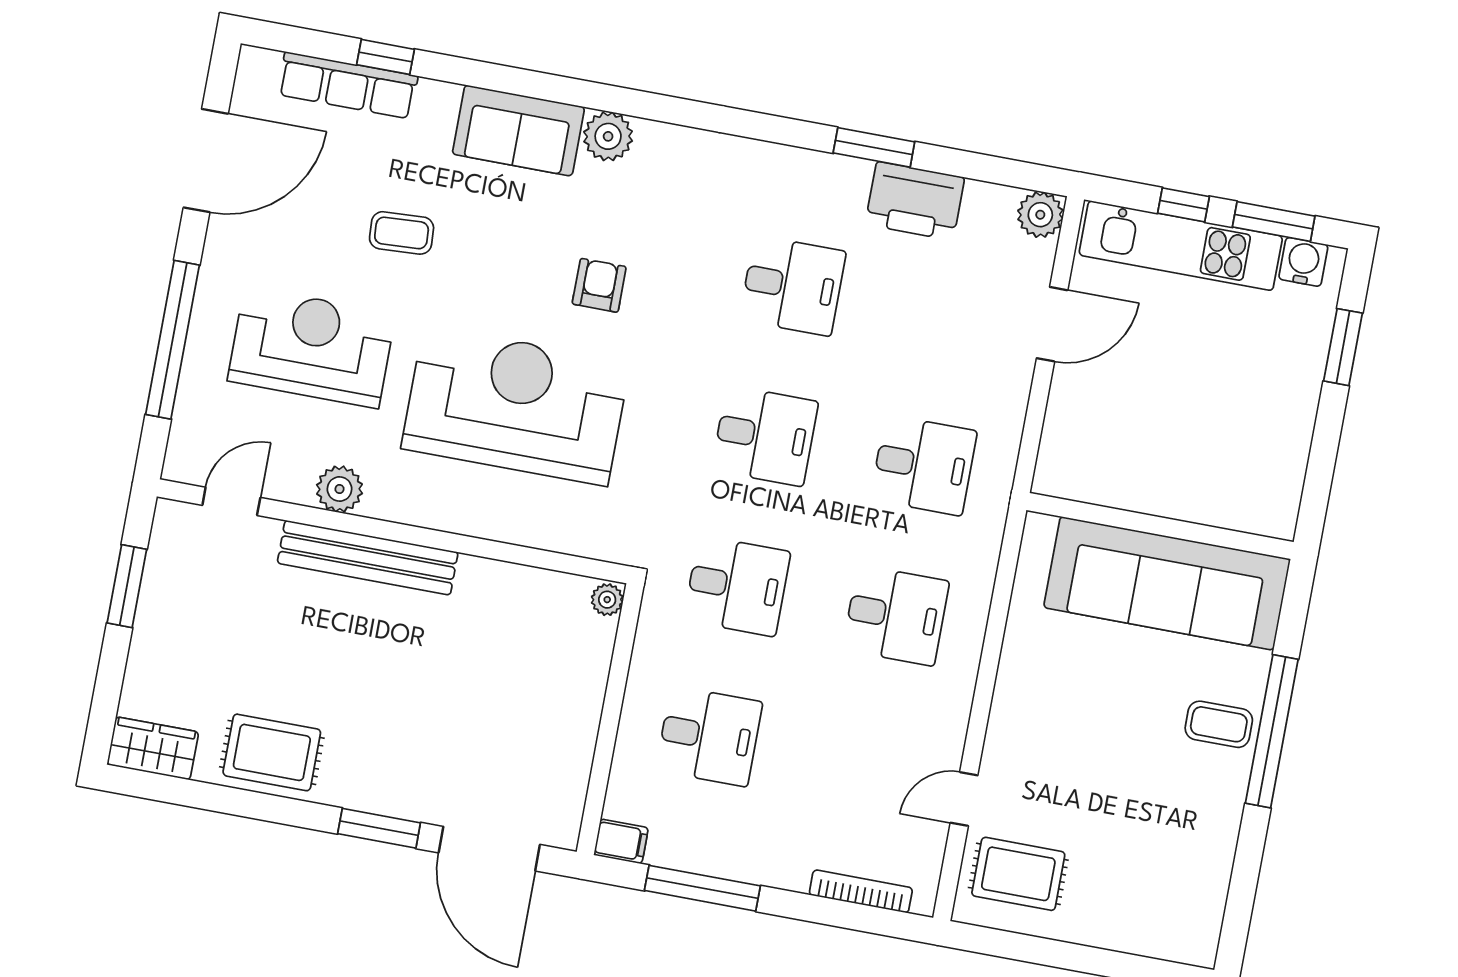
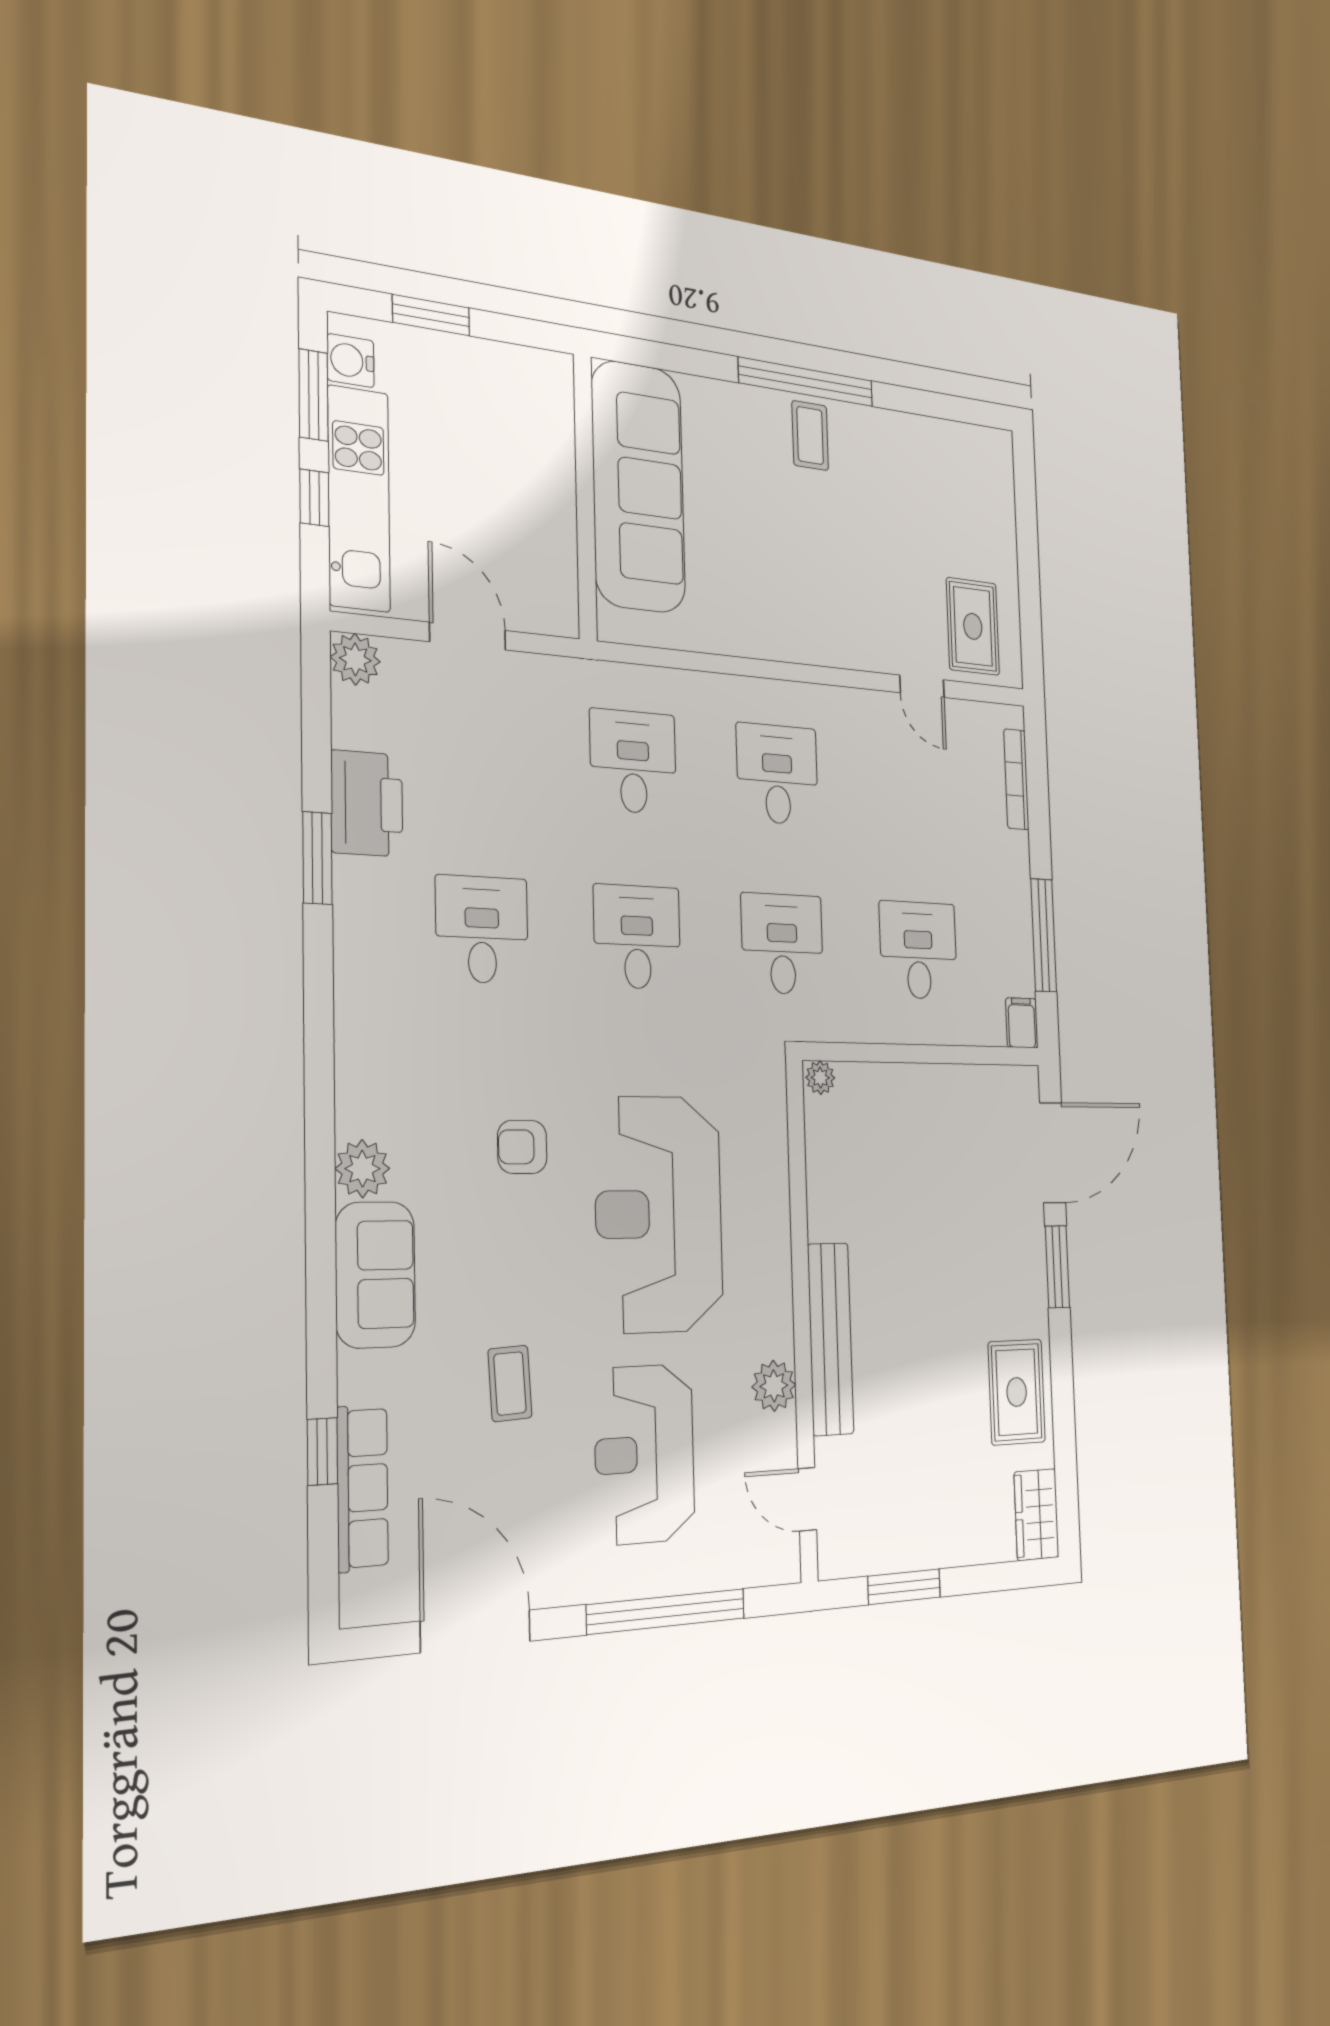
wall: (1160, 526) -> (585, 497), moved
sofa: (1167, 583) -> (638, 487), moved

